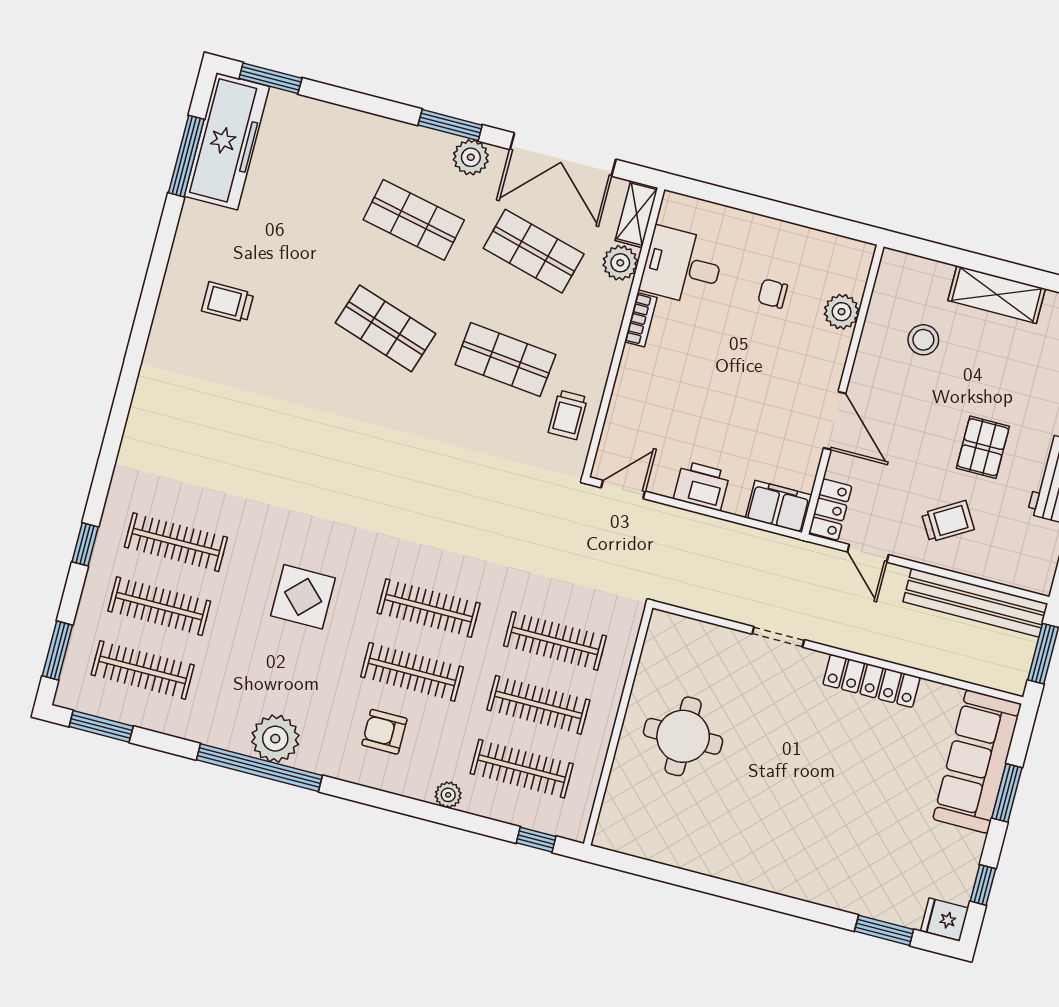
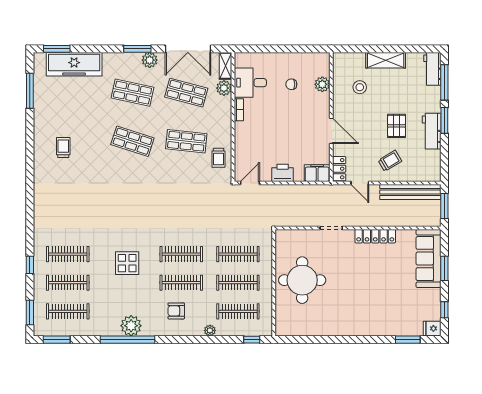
freezer: (227, 141) -> (74, 64), moved, turned 90
trolley: (228, 302) -> (63, 148), turned 90
round table: (683, 736) -> (302, 280), width x1.36, depth x1.36

